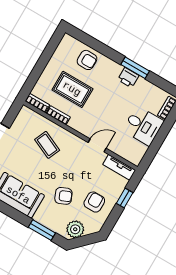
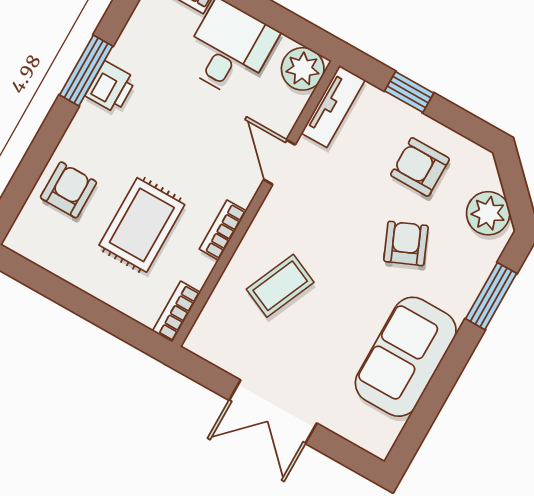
bookcase: (58, 115) -> (223, 230), moved
plant: (135, 155) -> (303, 69), added

